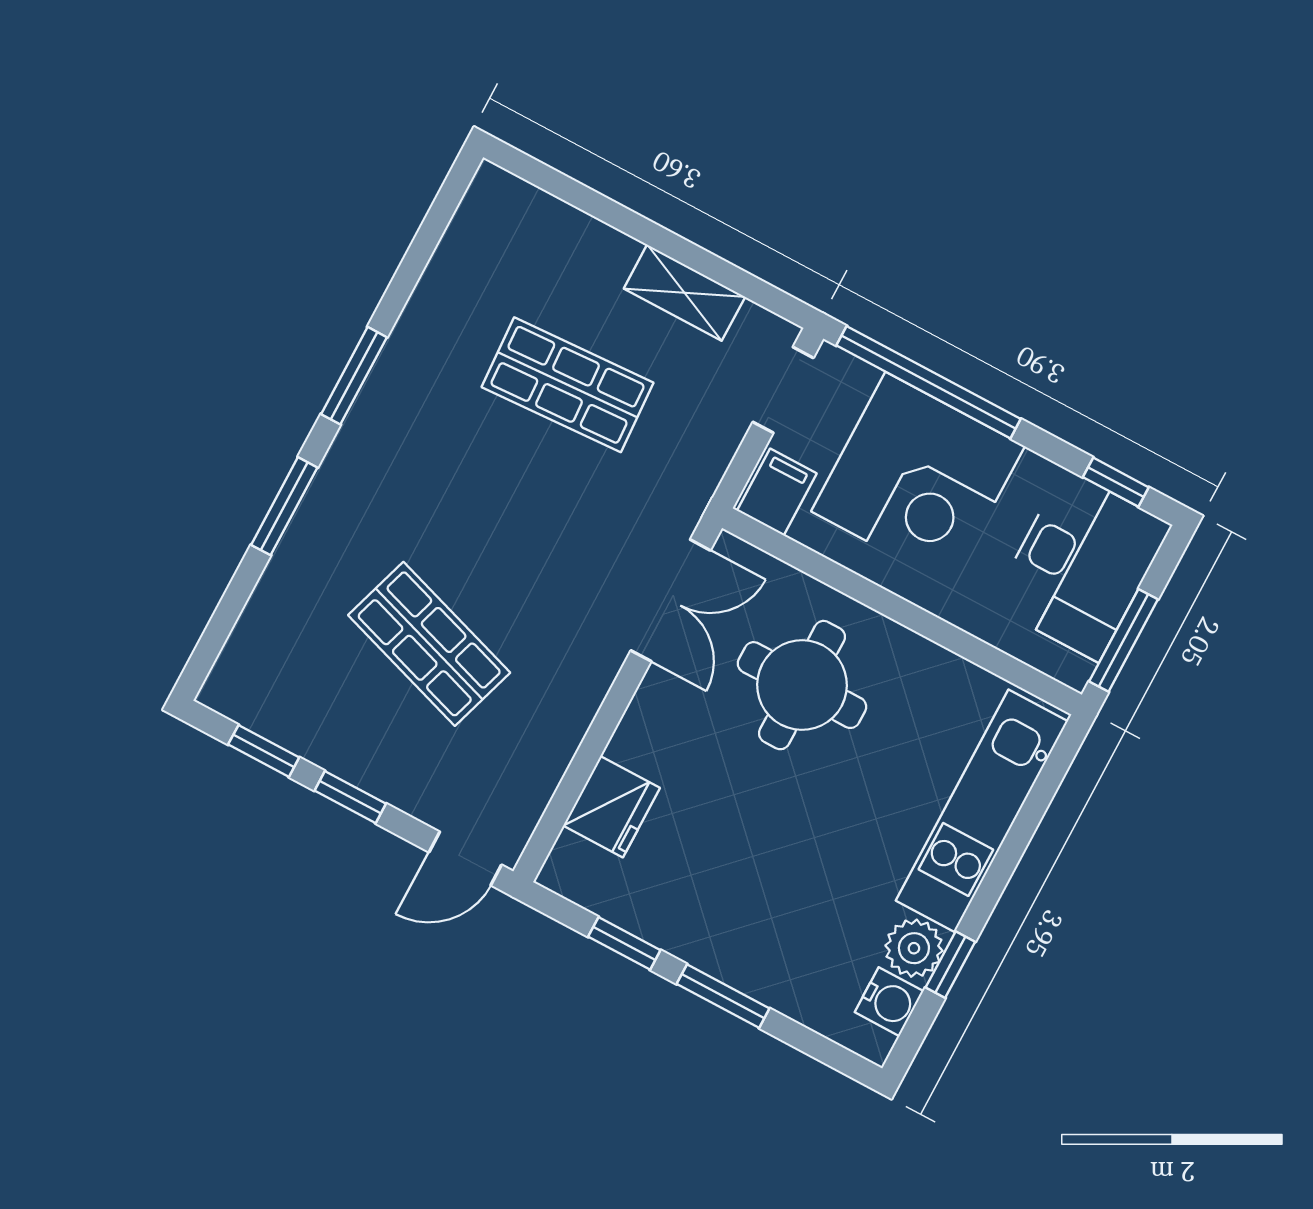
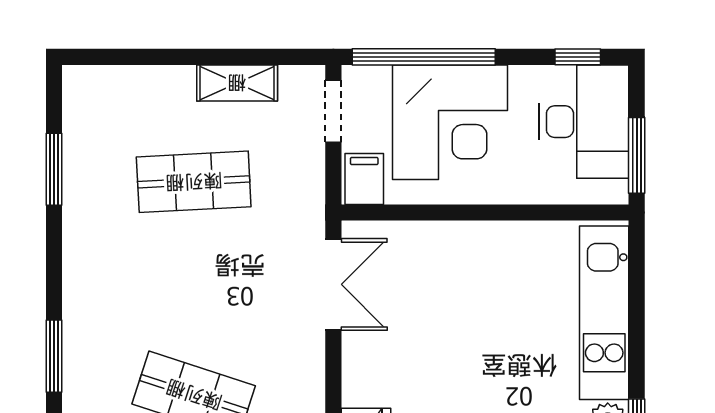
window: (354, 376) -> (54, 169), moved
round table: (802, 685) -> (446, 294), removed

